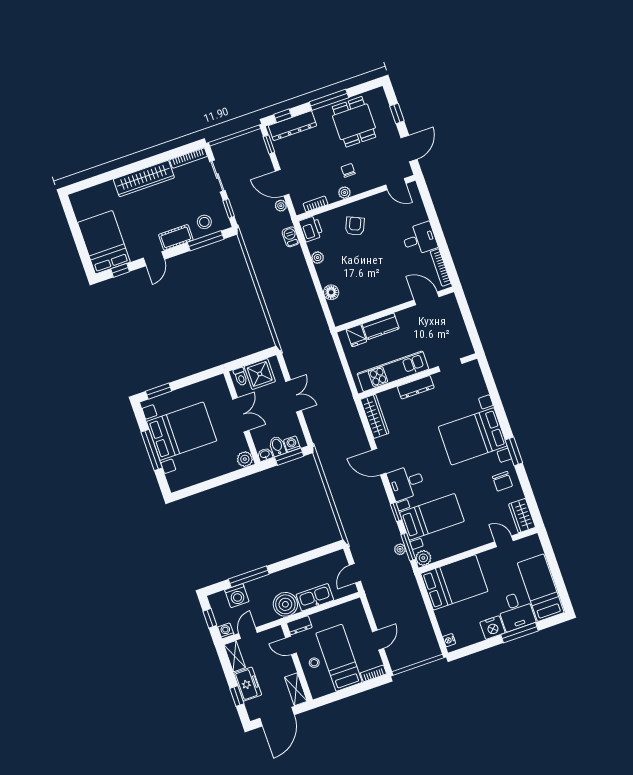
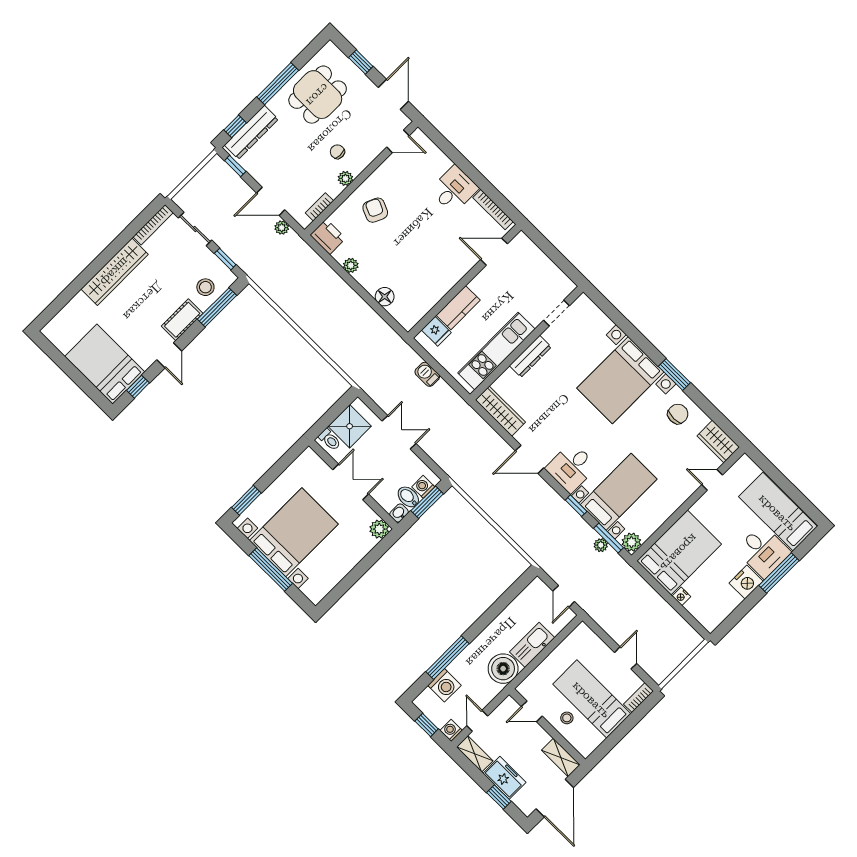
dining table: (354, 122) -> (318, 95), turned 90
barbecue: (291, 237) -> (427, 374), moved
chair: (502, 481) -> (678, 414), turned -90
dresser: (299, 625) -> (530, 684), removed
nightstand: (449, 640) -> (681, 596), moved

